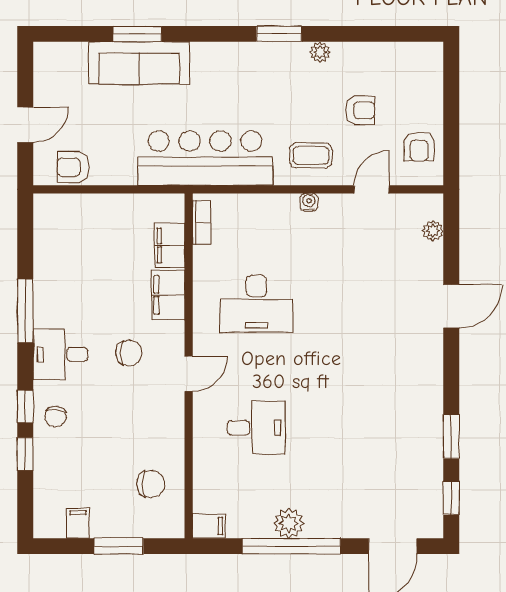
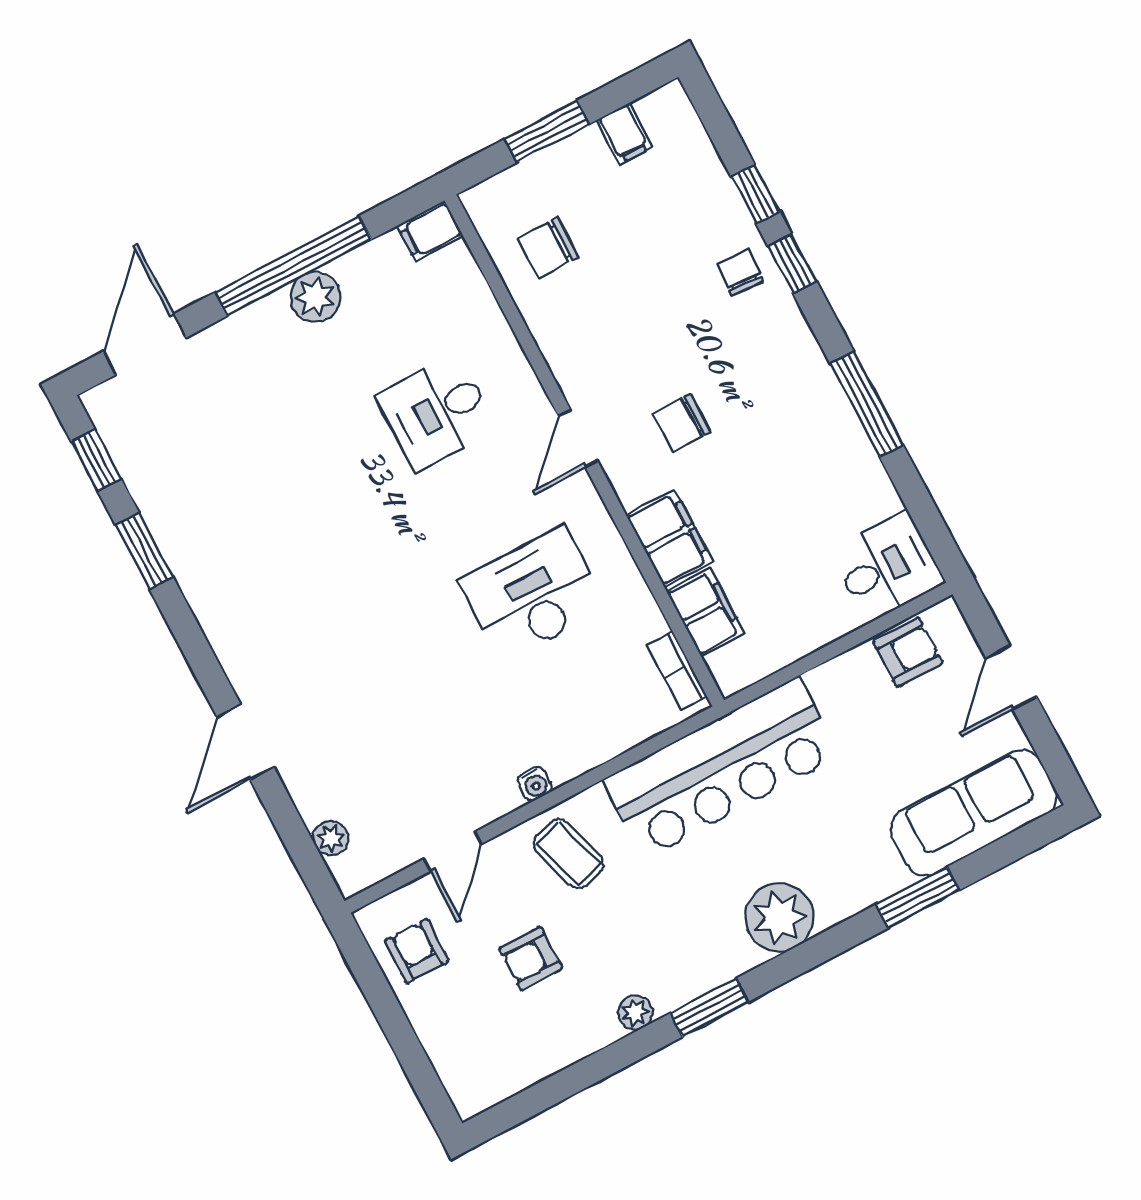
plant: (216, 62) -> (779, 917), added
sofa: (139, 63) -> (974, 813), moved
coffee table: (311, 155) -> (569, 854), turned 73
desk: (60, 354) -> (887, 567), moved

